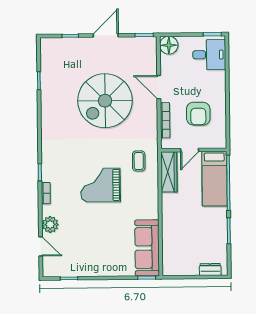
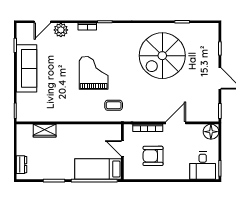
spiral stairs: (105, 101) -> (162, 56), moved, turned -90
wardrobe: (169, 172) -> (45, 131), moved, width x0.67
sofa: (147, 248) -> (27, 68), moved, turned 90

